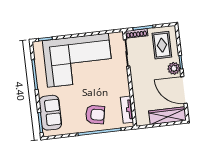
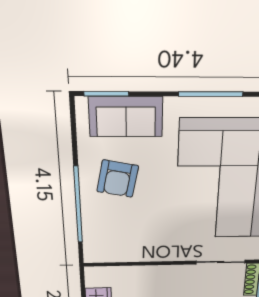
tv unit: (127, 110) -> (117, 254), removed
armchair: (95, 115) -> (118, 179), moved

